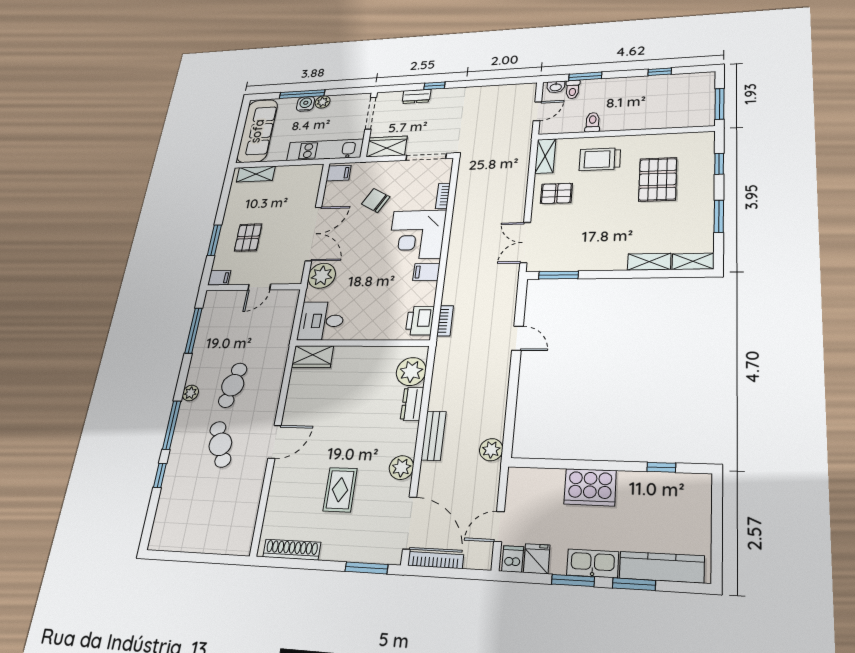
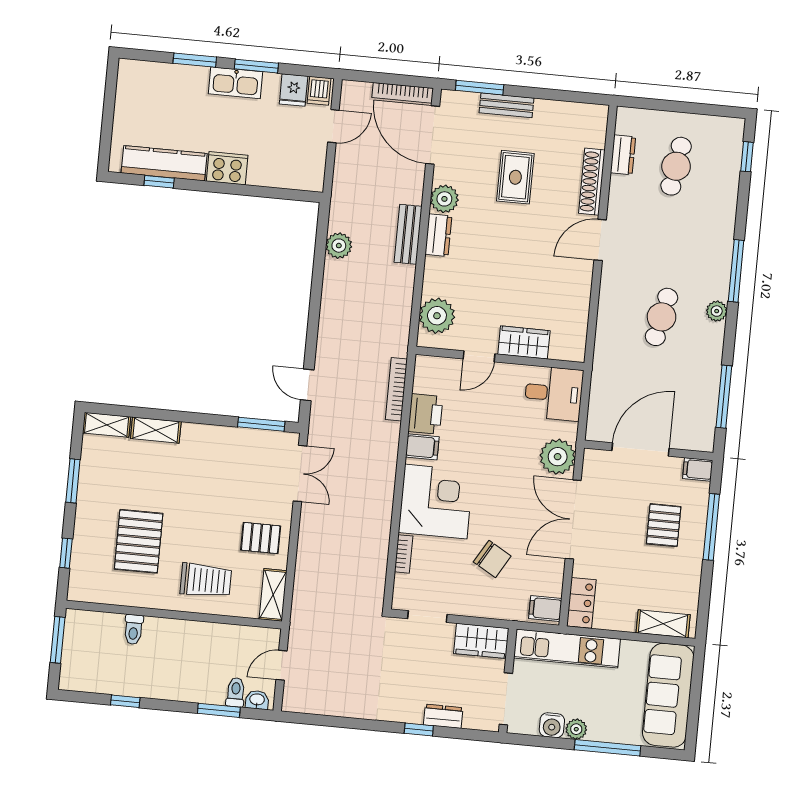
water cooler: (306, 104) -> (552, 725), moved
toilet: (593, 122) -> (134, 629), moved
doorway: (426, 157) -> (427, 617), width x0.73
locker: (312, 180) -> (581, 603), added
window: (214, 240) -> (711, 527), width x1.44
door: (259, 287) -> (641, 449), width x1.88
printer: (420, 321) -> (425, 414), moved
bookcase: (445, 321) -> (396, 389), width x1.56
door: (517, 338) -> (307, 385), moved
door: (378, 343) -> (479, 356), added
wardrobe: (313, 357) -> (524, 342), moved
dresser: (412, 404) -> (438, 235), moved
cafe table: (220, 444) -> (676, 166), moved, turned 30
plant: (491, 450) -> (339, 246), moved
window: (160, 475) -> (747, 157), moved
cooker: (590, 487) -> (227, 168), width x0.73, depth x0.76
dresser: (249, 514) -> (623, 155), added
shoe rack: (292, 550) -> (592, 182), moved, turned 90
bench: (344, 553) -> (507, 105), added
kitchen counter: (662, 567) -> (164, 163), moved, turned 180

